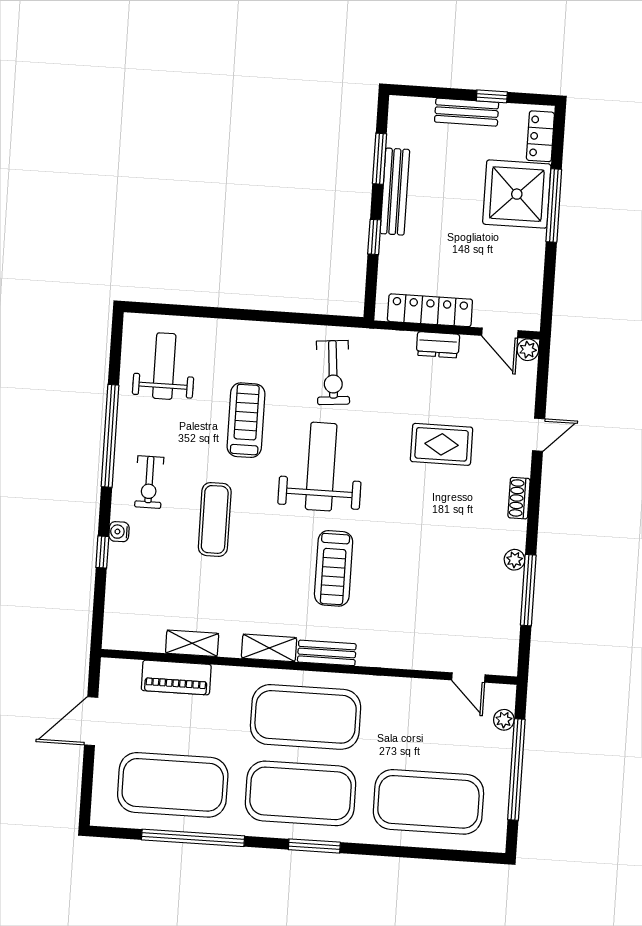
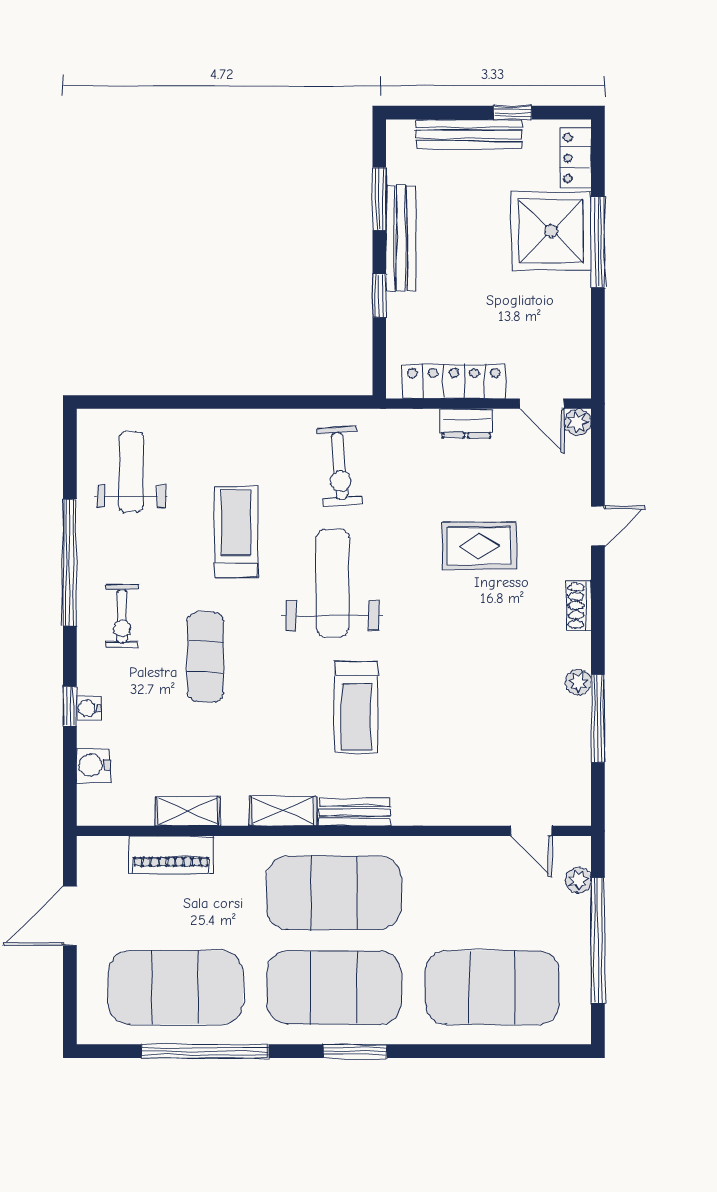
bench: (467, 112) -> (469, 134), width x1.36
water cooler: (119, 532) -> (89, 708), moved
water cooler: (118, 601) -> (93, 765), added

